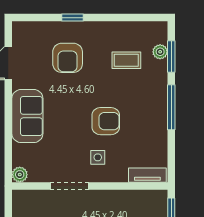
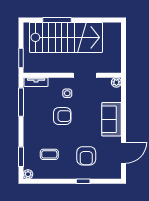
plant: (160, 52) -> (28, 174), moved
armchair: (68, 58) -> (86, 156), turned 180
window: (171, 107) -> (21, 102), moved
armchair: (106, 121) -> (62, 116), turned 180

